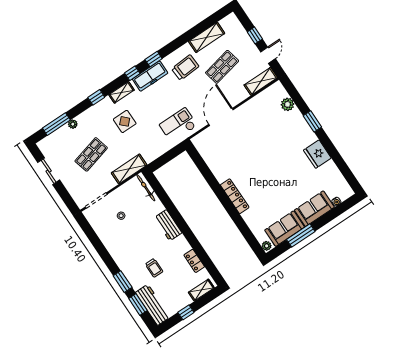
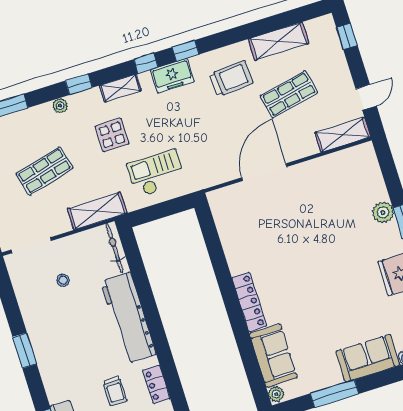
window: (255, 35) -> (347, 36), moved
freezer: (150, 76) -> (172, 76), width x0.71
plant: (287, 104) -> (383, 212), moved
plant: (73, 124) -> (60, 106), moved
checkout: (178, 125) -> (156, 173), moved
workbench: (168, 225) -> (128, 318), width x1.88, depth x1.32
sofa: (285, 229) -> (273, 356), moved, turned 90
trolley: (154, 268) -> (115, 391), moved
window: (123, 282) -> (25, 350), moved

